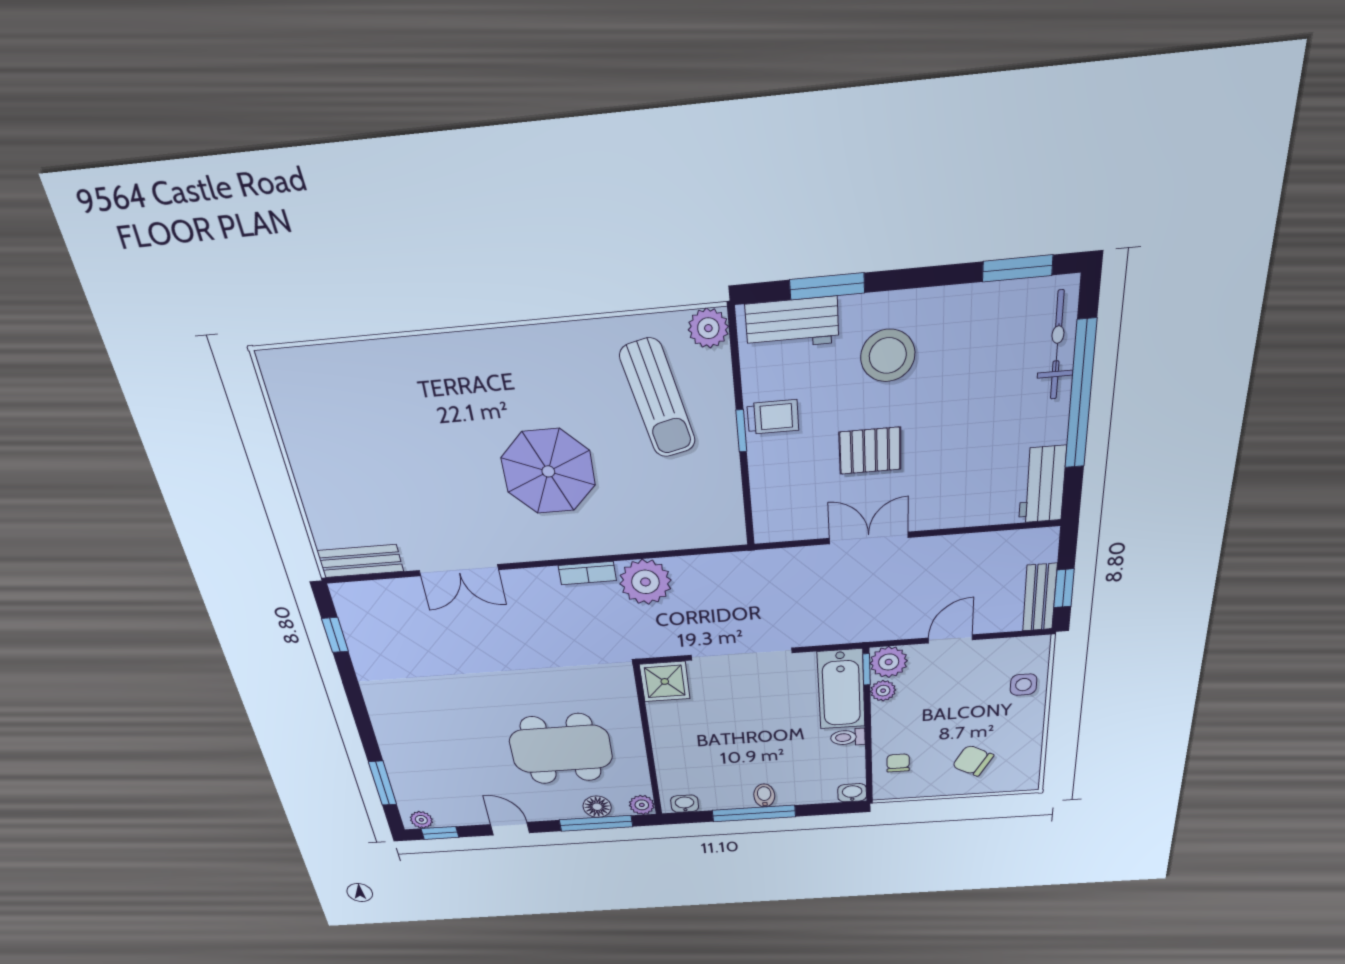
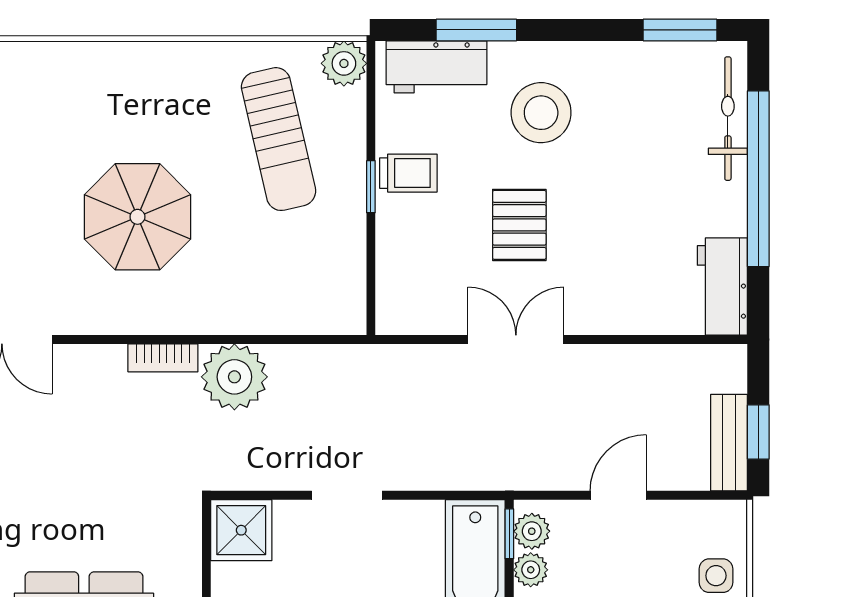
pallet: (870, 451) -> (519, 225), turned 90
doorway: (742, 654) -> (347, 495), width x0.53
plant: (889, 662) -> (532, 531), width x0.73, depth x0.73

